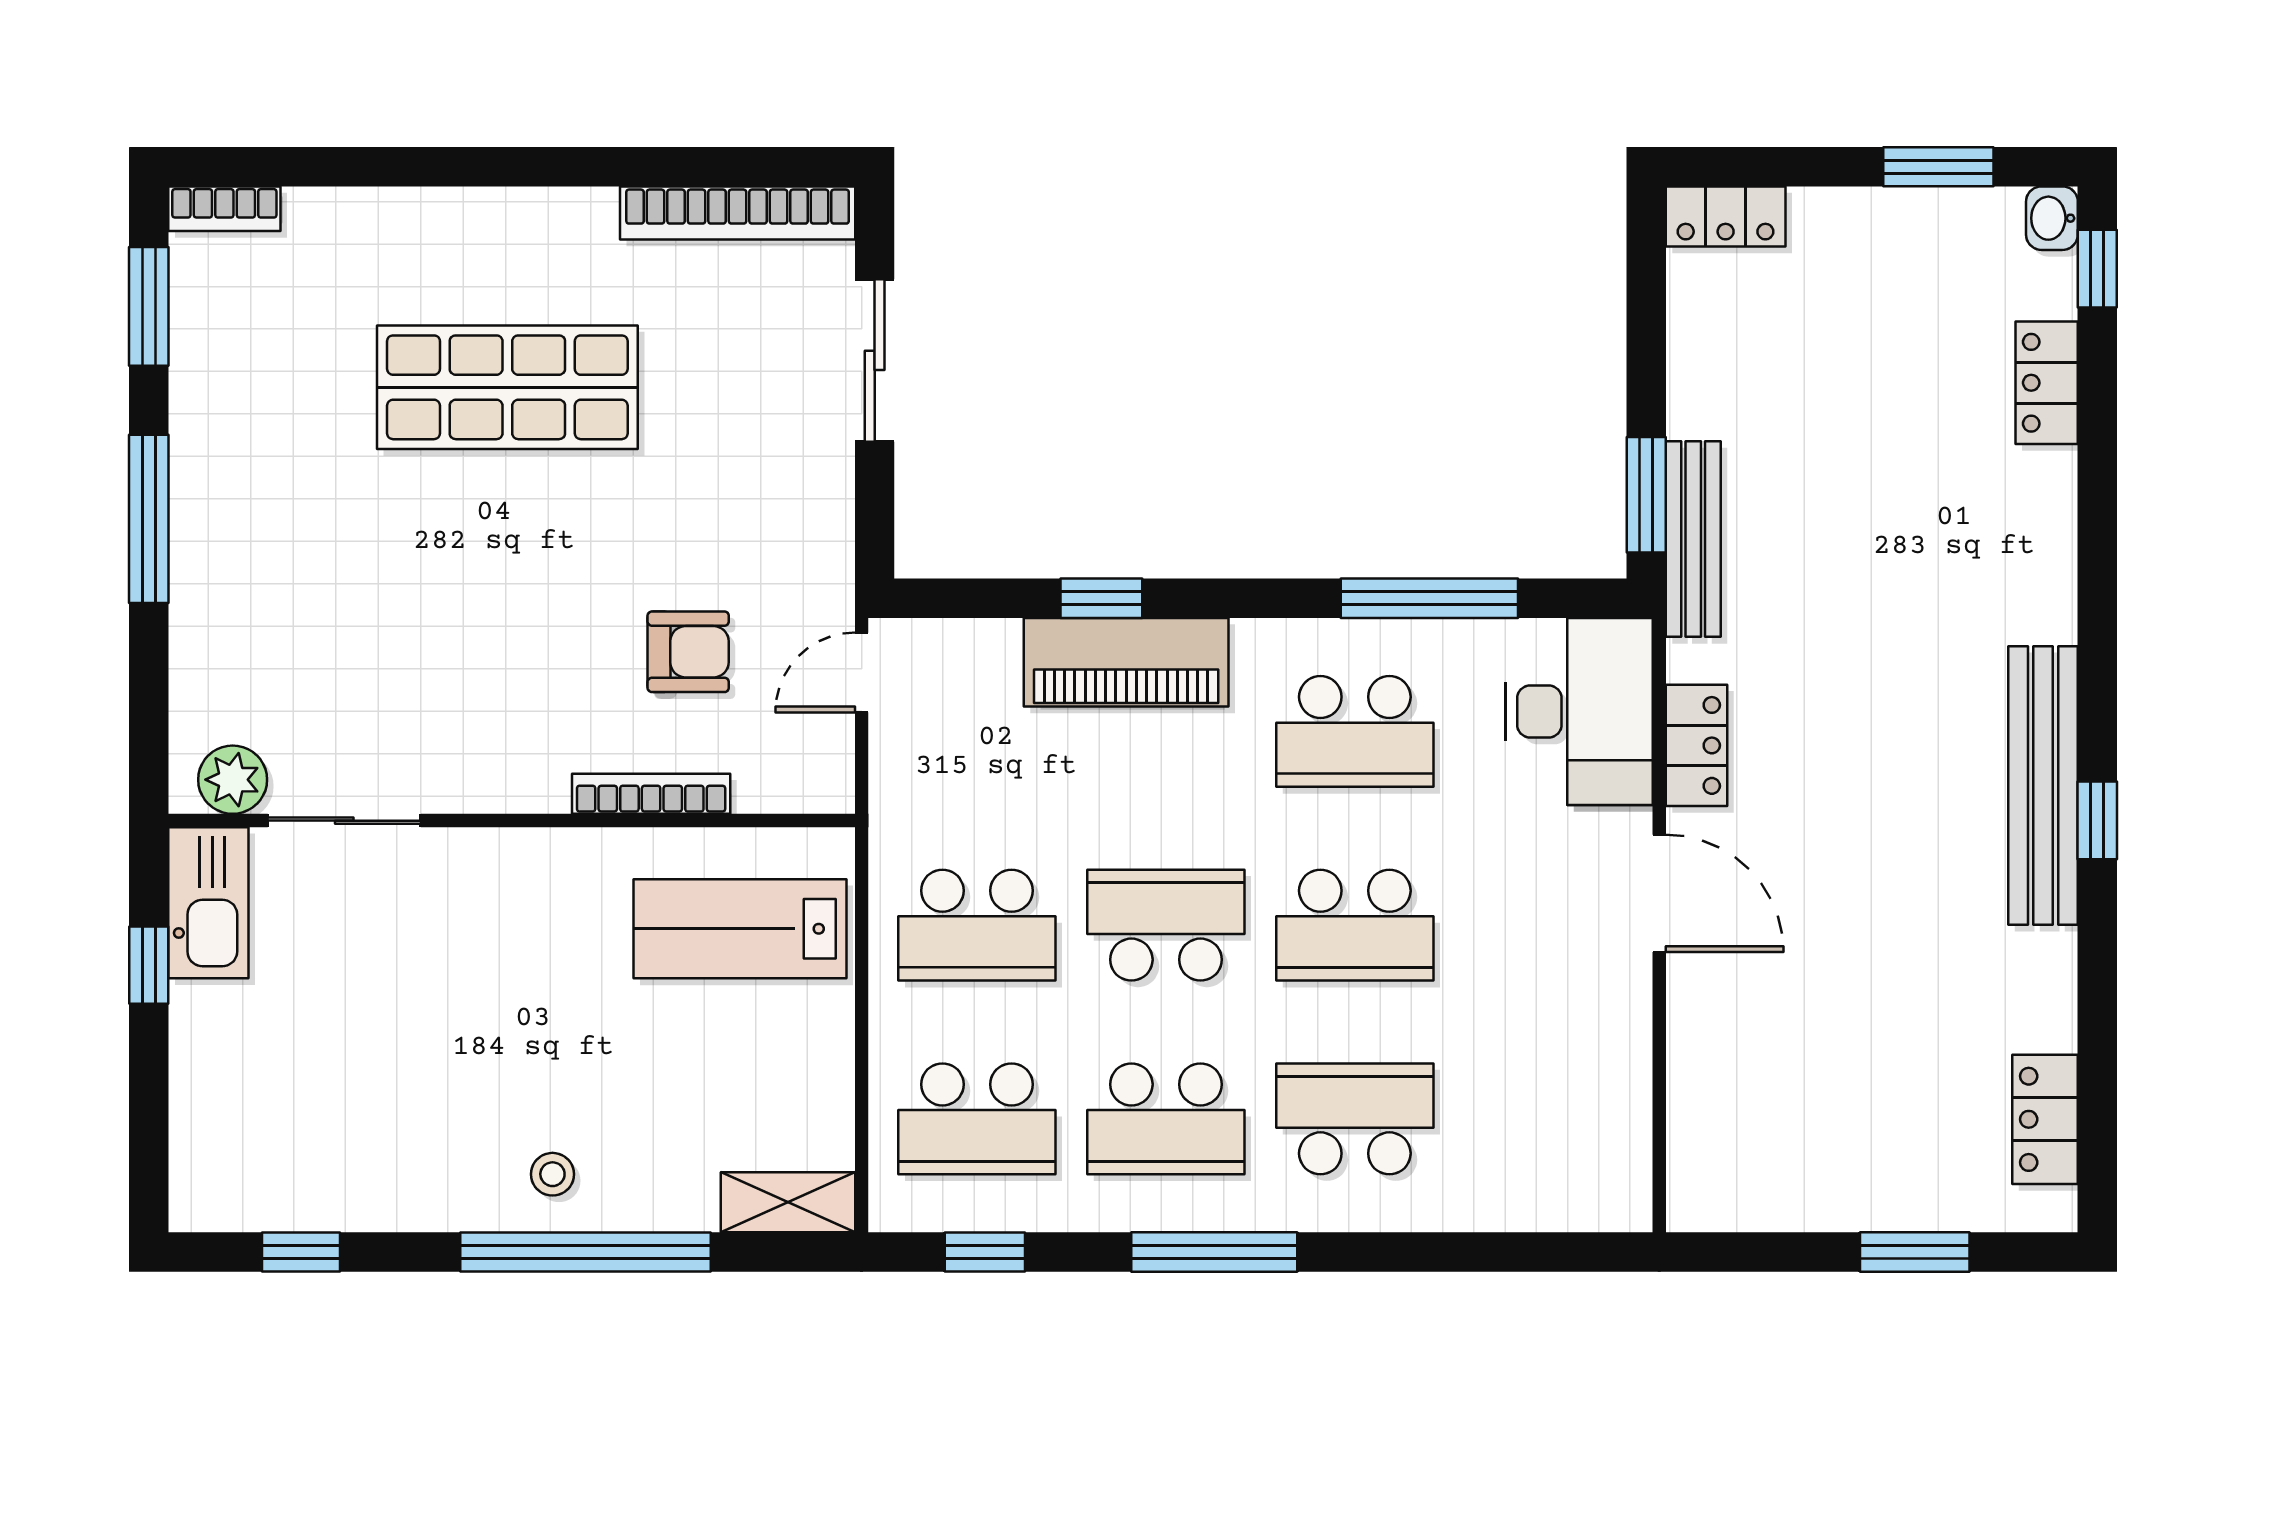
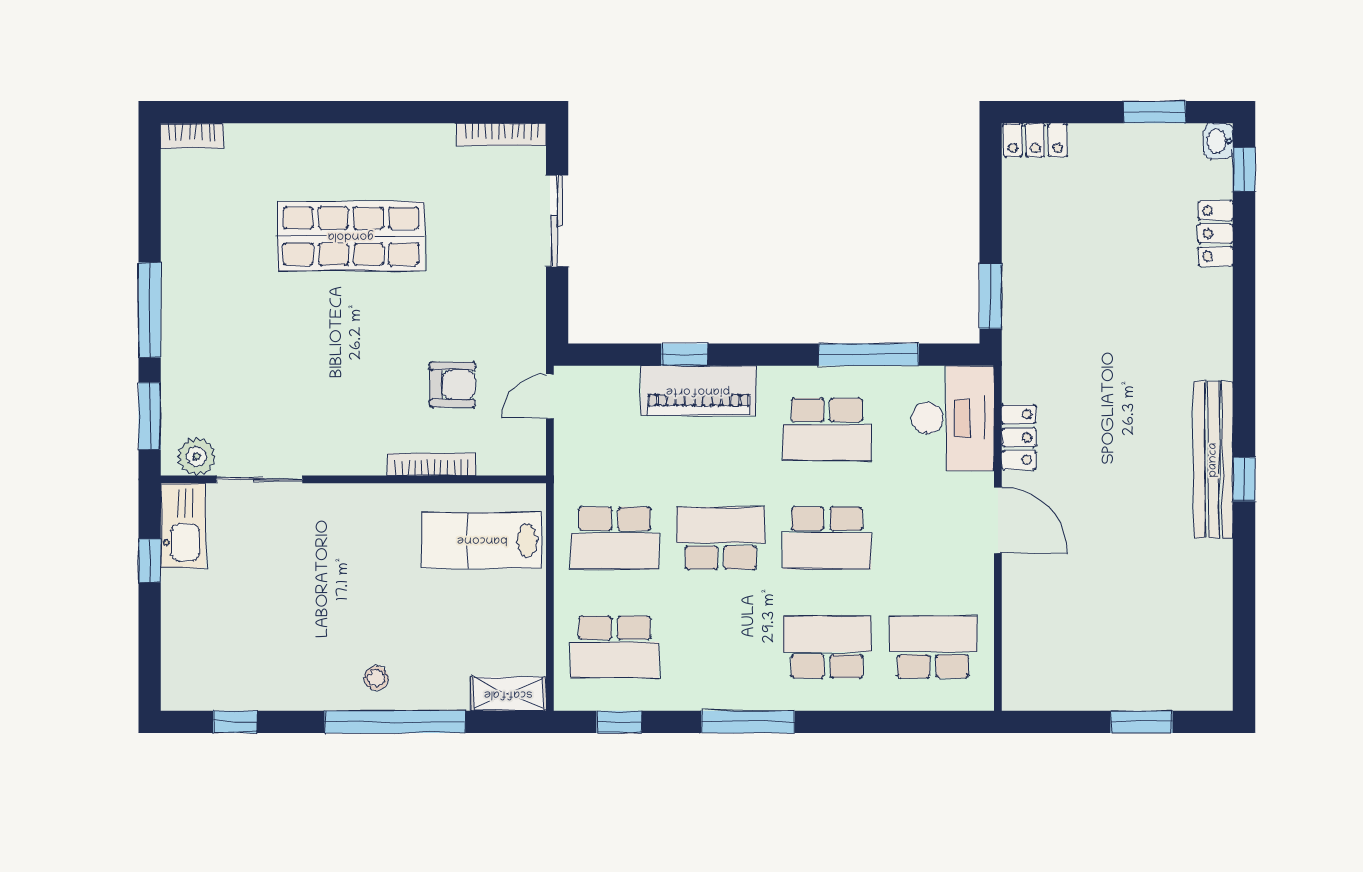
bookcase: (738, 213) -> (502, 135), width x0.68, depth x0.76
window: (149, 306) -> (150, 416), moved
bench: (1693, 539) -> (1017, 321), removed
school desk: (1166, 1119) -> (933, 647), moved, turned 180
locker: (2045, 1119) -> (1215, 647), removed

